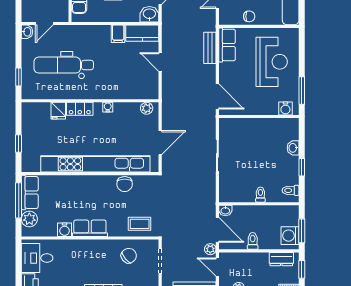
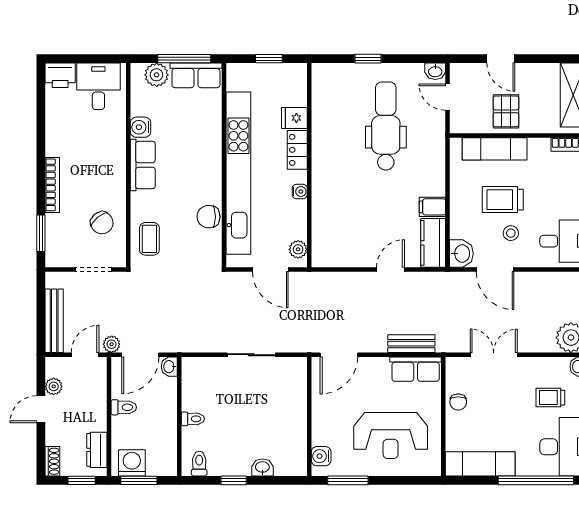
wall: (90, 101) -> (309, 165), moved
water cooler: (108, 107) -> (300, 192), moved
plant: (147, 108) -> (298, 249), moved
locker: (80, 109) -> (297, 150), moved
fridge: (58, 111) -> (294, 118), moved

